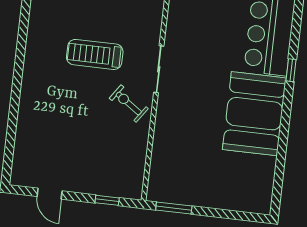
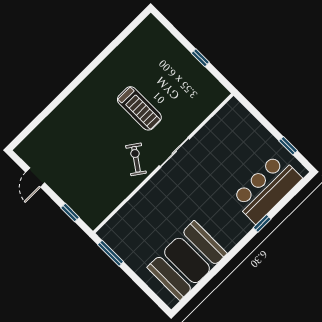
treadmill: (95, 54) -> (139, 108), turned 180
booth: (254, 114) -> (187, 260), moved

